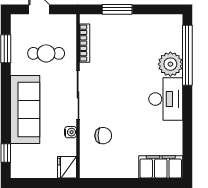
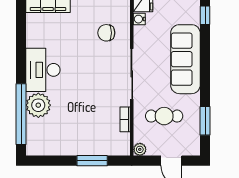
plant: (70, 20) -> (140, 149), added
bookcase: (85, 43) -> (125, 119), width x0.64
water cooler: (71, 132) -> (139, 19), moved

